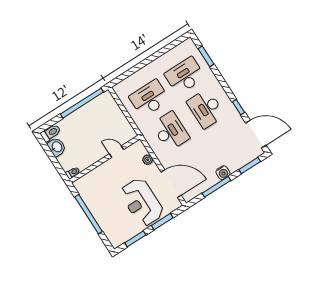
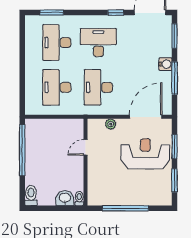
desk: (206, 109) -> (98, 43), turned 180
desk: (170, 131) -> (98, 87), turned -90
washbasin: (57, 147) -> (65, 198), moved
reception desk: (142, 202) -> (145, 154), turned 180

